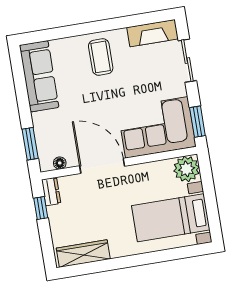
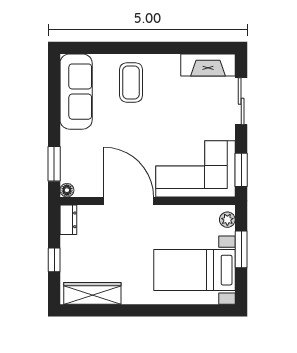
coffee table: (101, 57) -> (131, 82), moved
floor lamp: (60, 163) -> (67, 190), moved
plant: (187, 169) -> (227, 220), width x0.53, depth x0.53
window: (209, 192) -> (241, 249), added
window: (41, 208) -> (54, 260), moved

